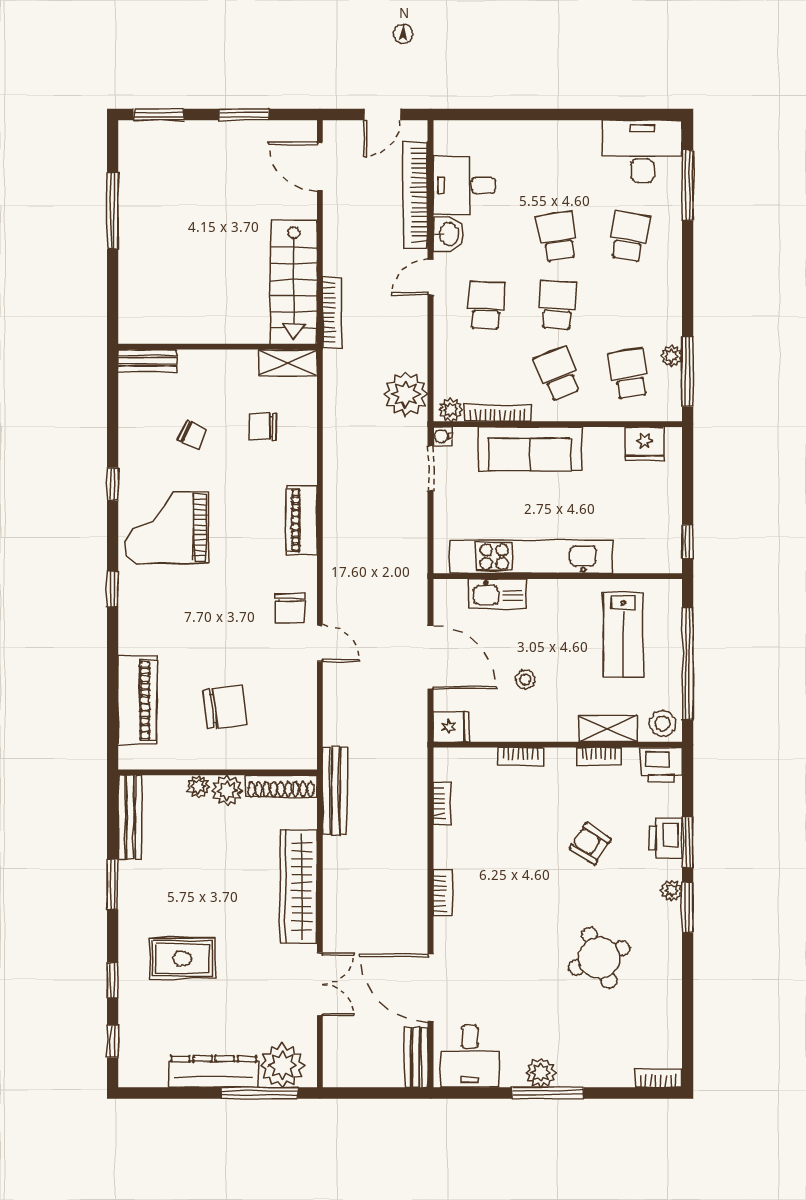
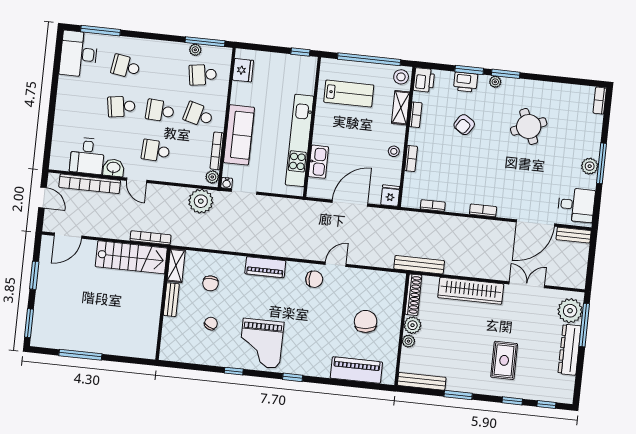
bench: (148, 361) -> (171, 300), moved
school desk: (558, 374) -> (198, 115), turned 36
stool: (525, 680) -> (394, 151), moved

